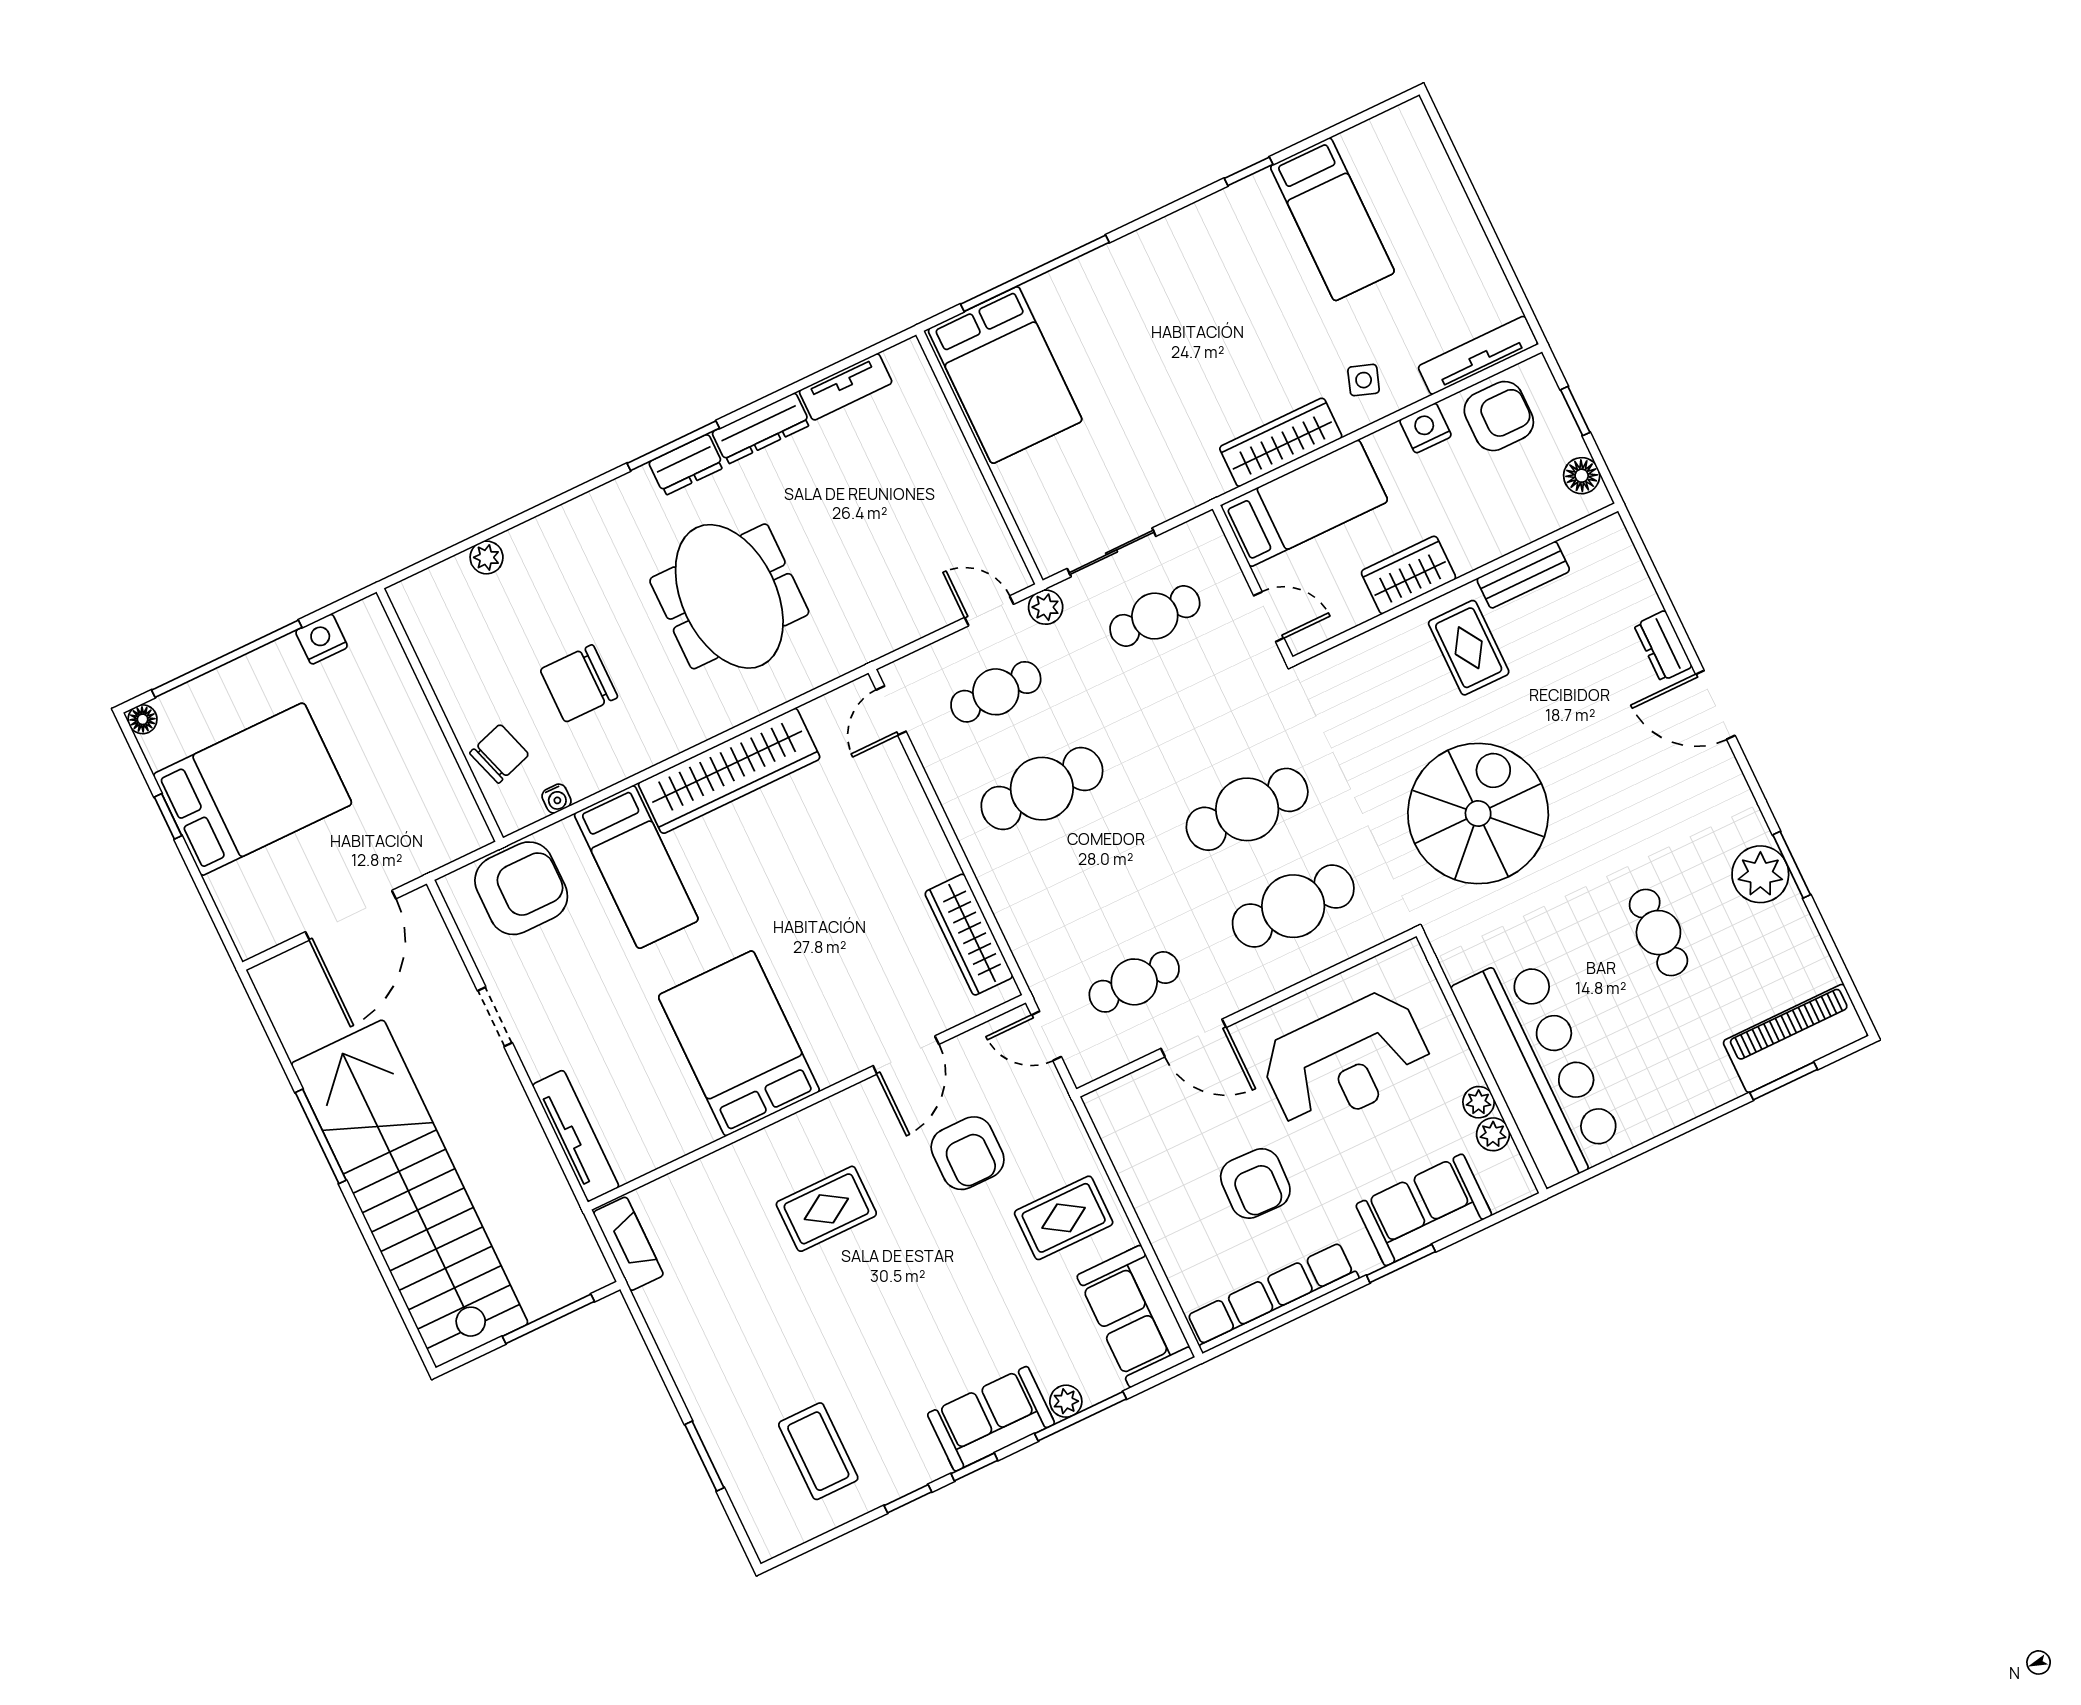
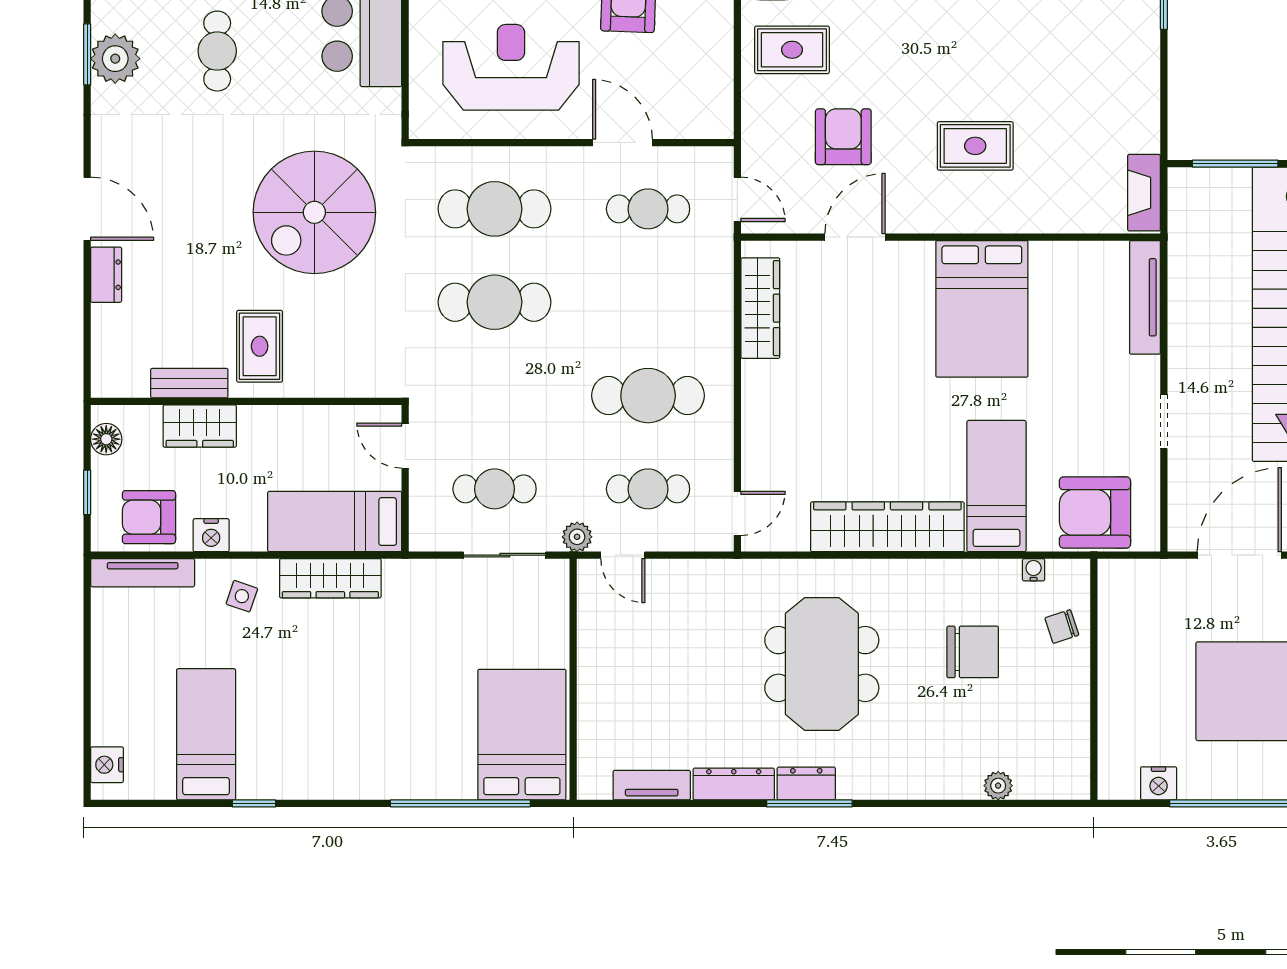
nightstand: (1420, 139) -> (107, 765), added
wardrobe: (1408, 575) -> (200, 426), moved
chair: (499, 754) -> (1062, 627), width x0.73, depth x0.73

